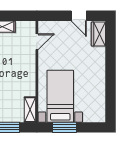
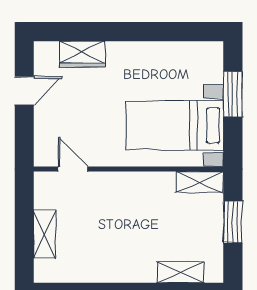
wardrobe: (98, 34) -> (83, 54), moved
window: (64, 127) -> (233, 94), moved

